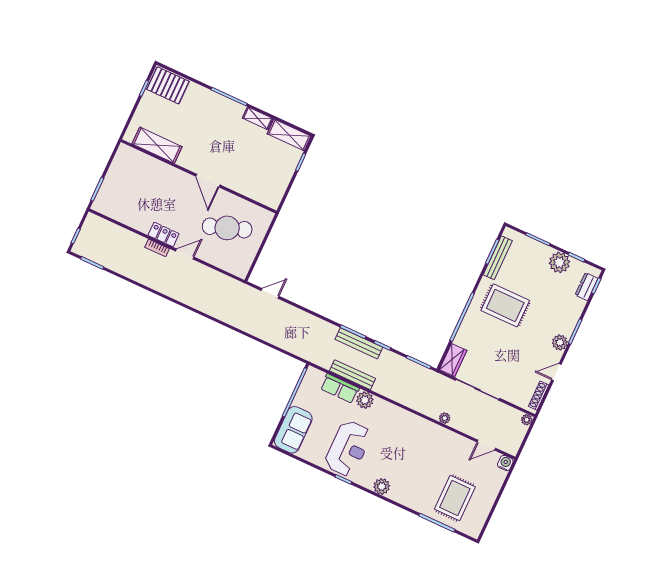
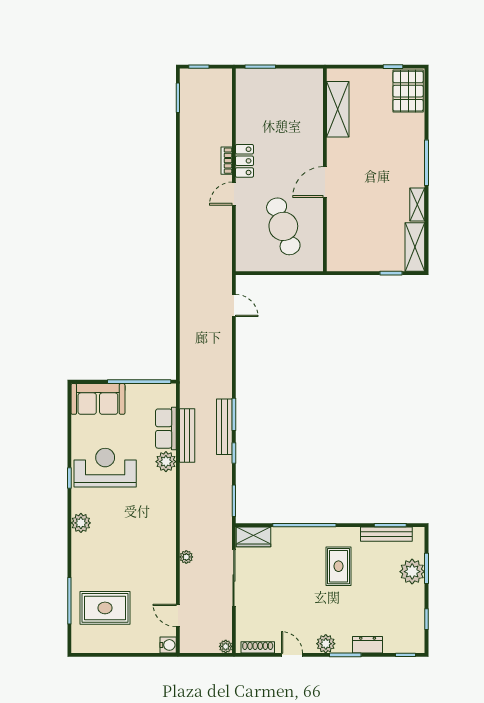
door: (185, 254) -> (234, 194), swing flipped
plant: (559, 262) -> (412, 572), moved
dresser: (587, 287) -> (368, 645), moved
rug: (505, 305) -> (338, 566), width x0.73, depth x0.70
reception desk: (348, 449) -> (105, 468), turned 180

